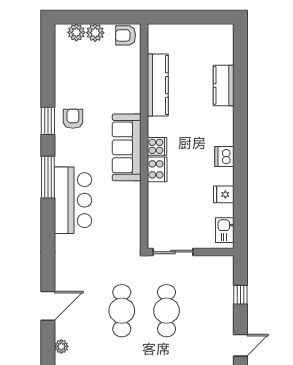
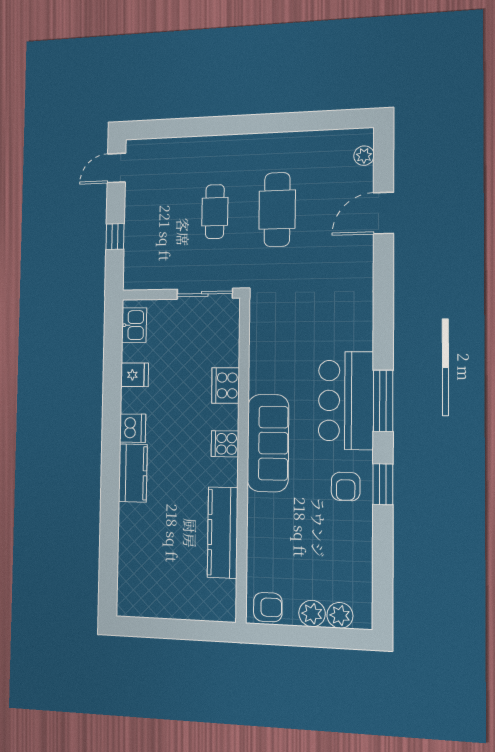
kitchen counter: (224, 85) -> (133, 473), moved
cooker: (157, 169) -> (226, 385), moved
bar counter: (73, 200) -> (346, 401), moved
cafe table: (167, 311) -> (215, 212), width x0.73, depth x0.74

